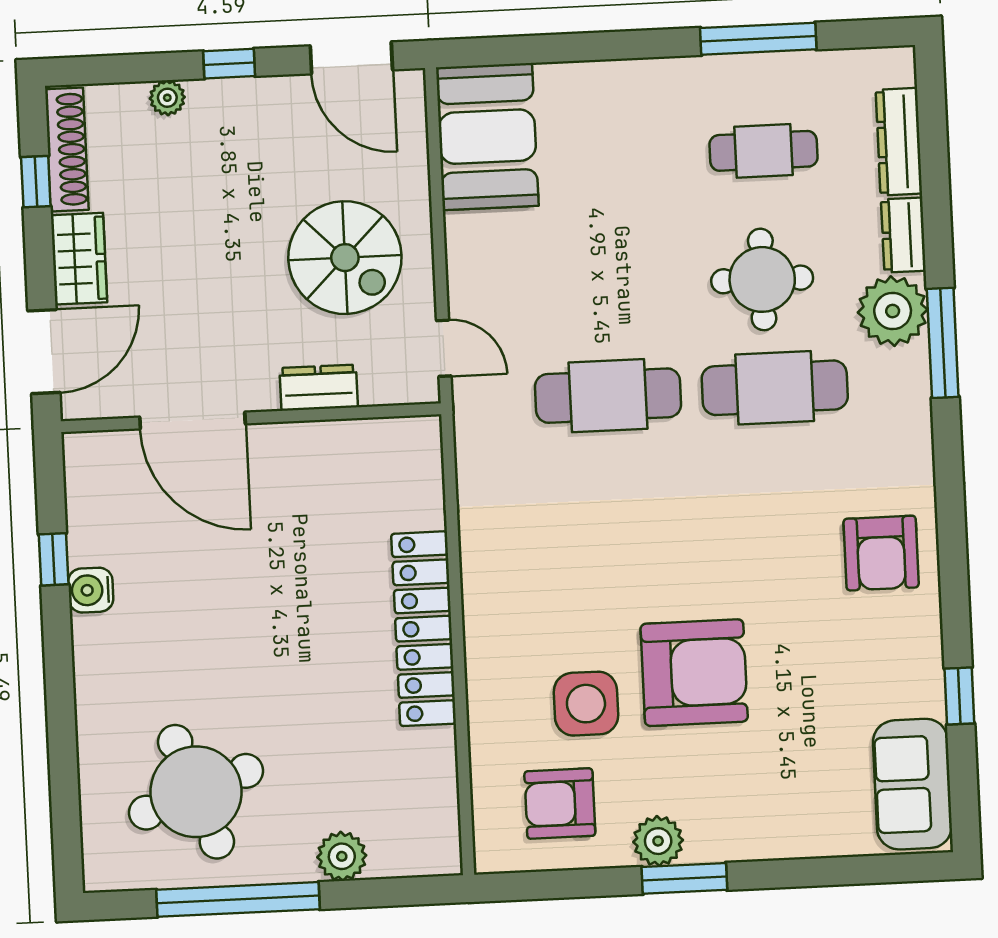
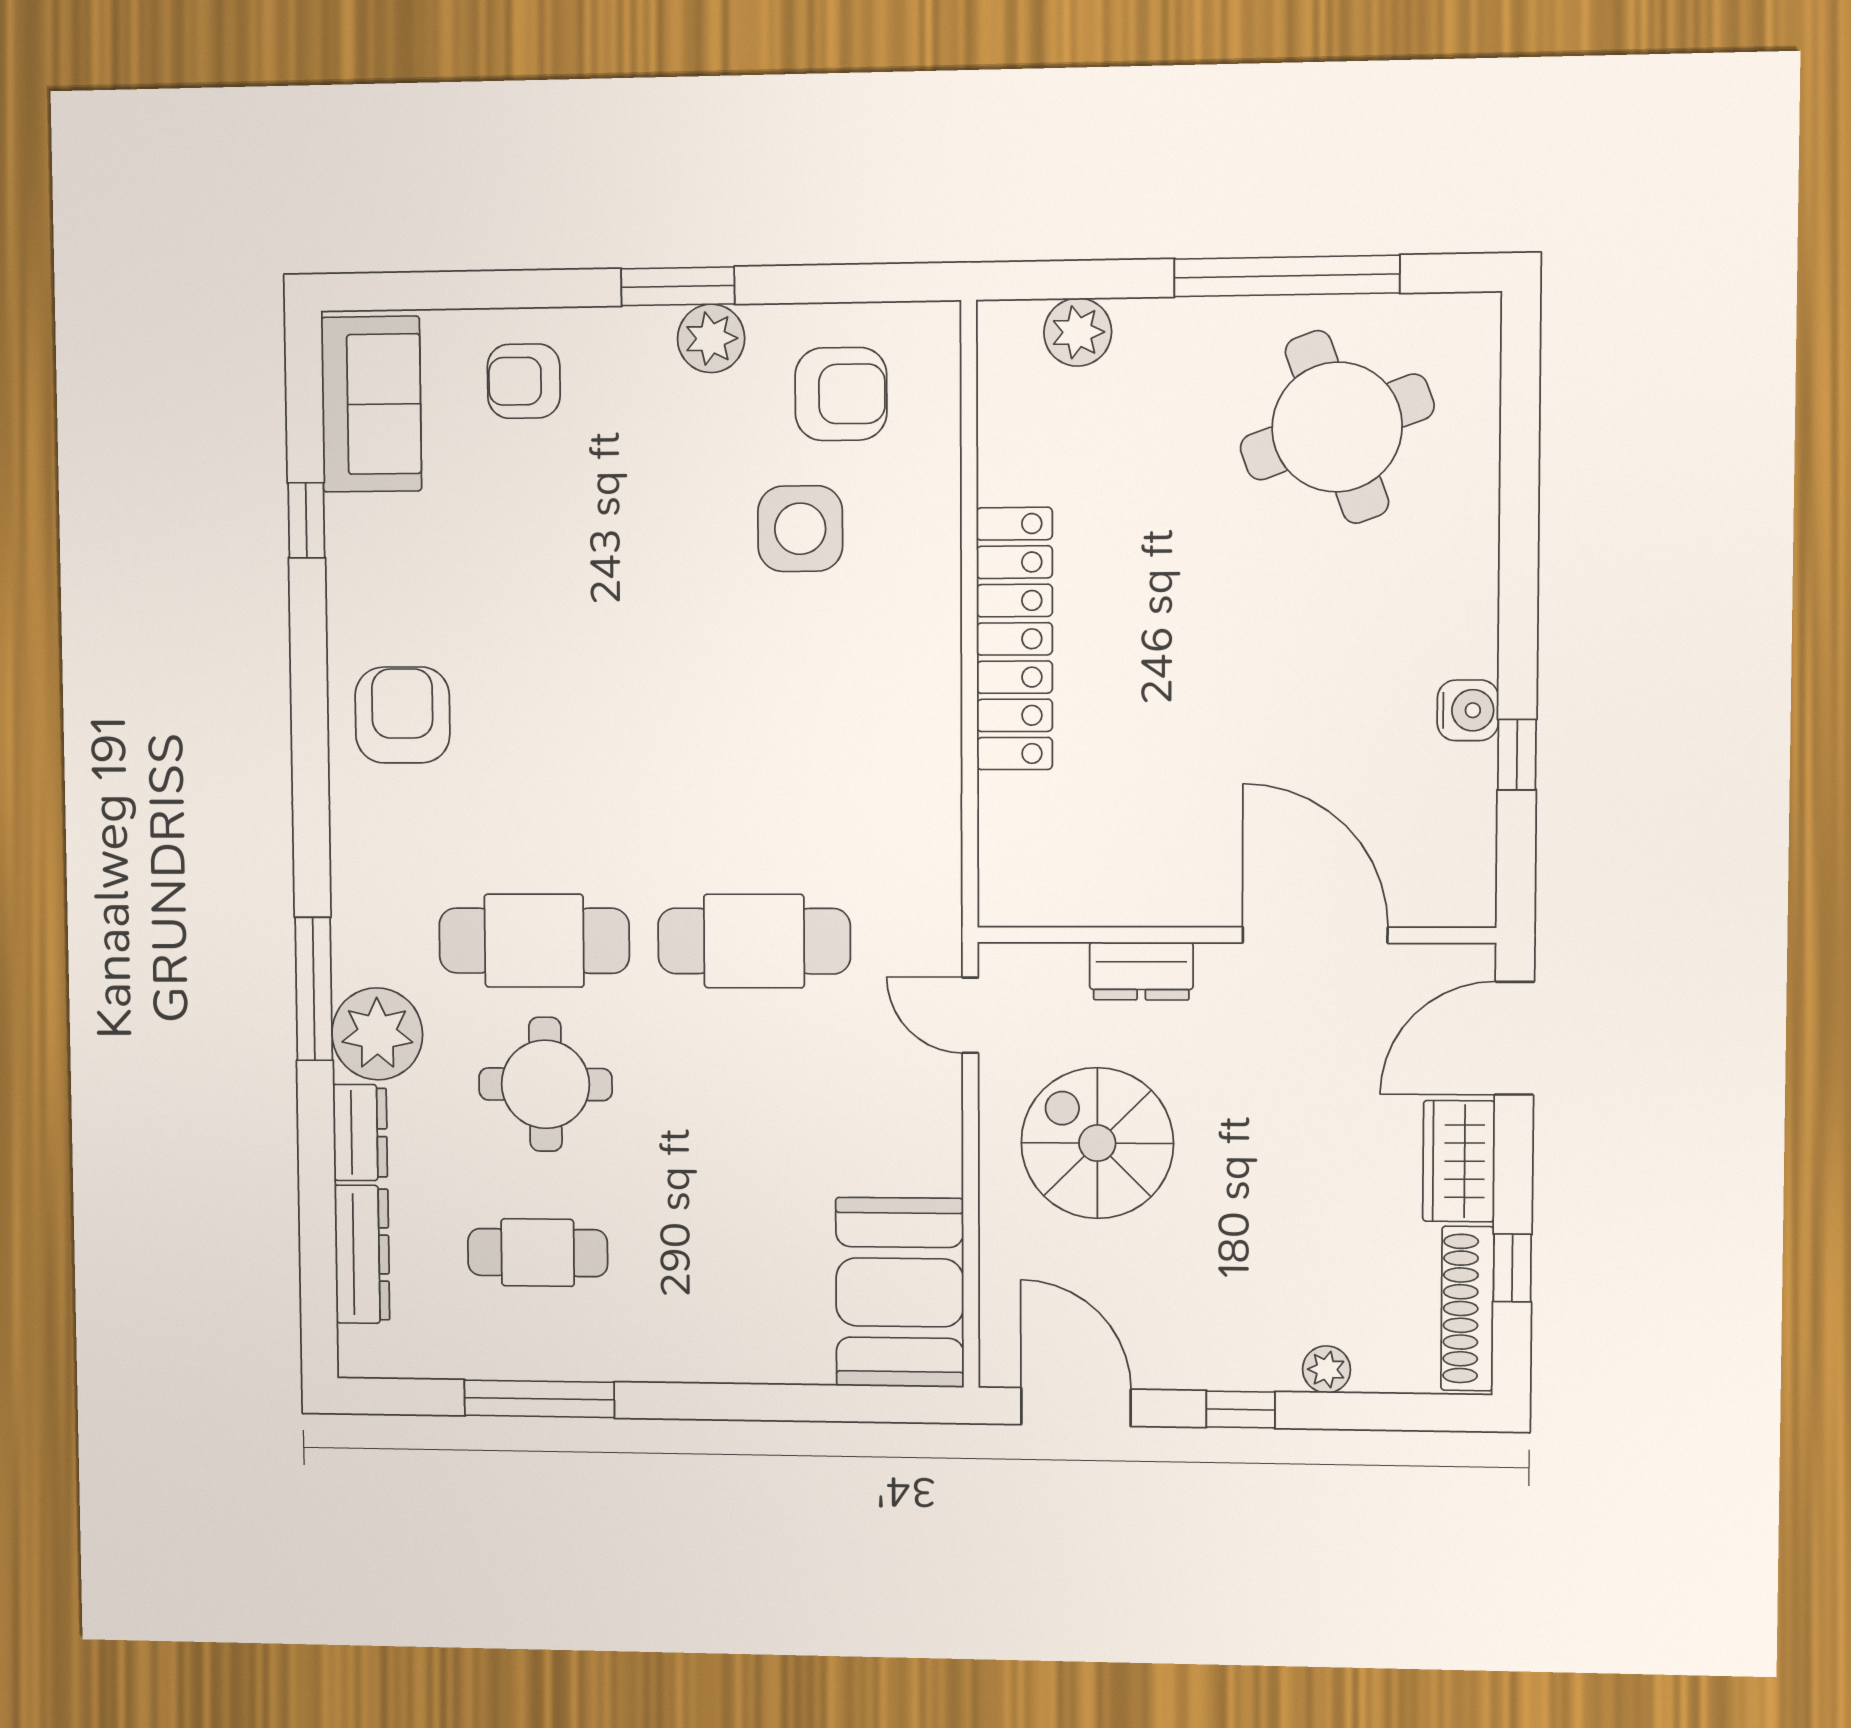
armchair: (694, 673) -> (524, 381), moved, width x0.53, depth x0.53
plant: (342, 856) -> (1078, 332), moved

